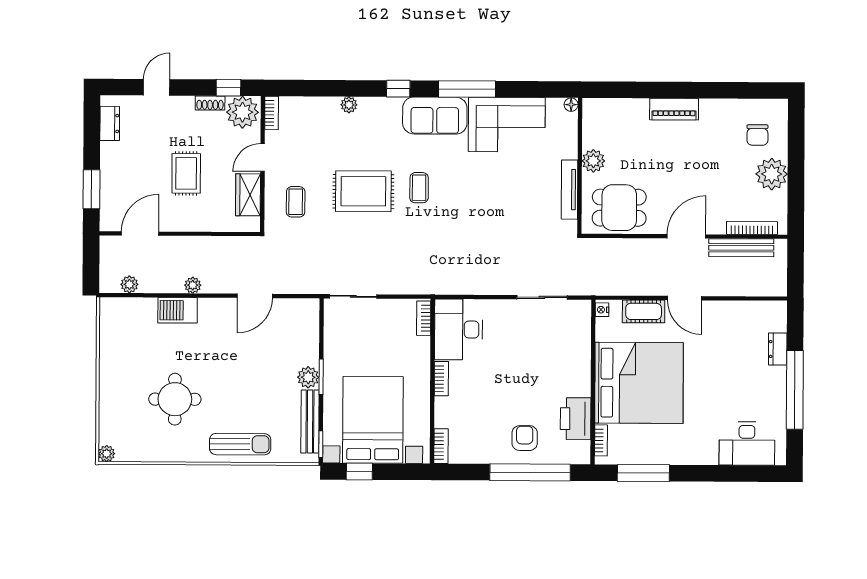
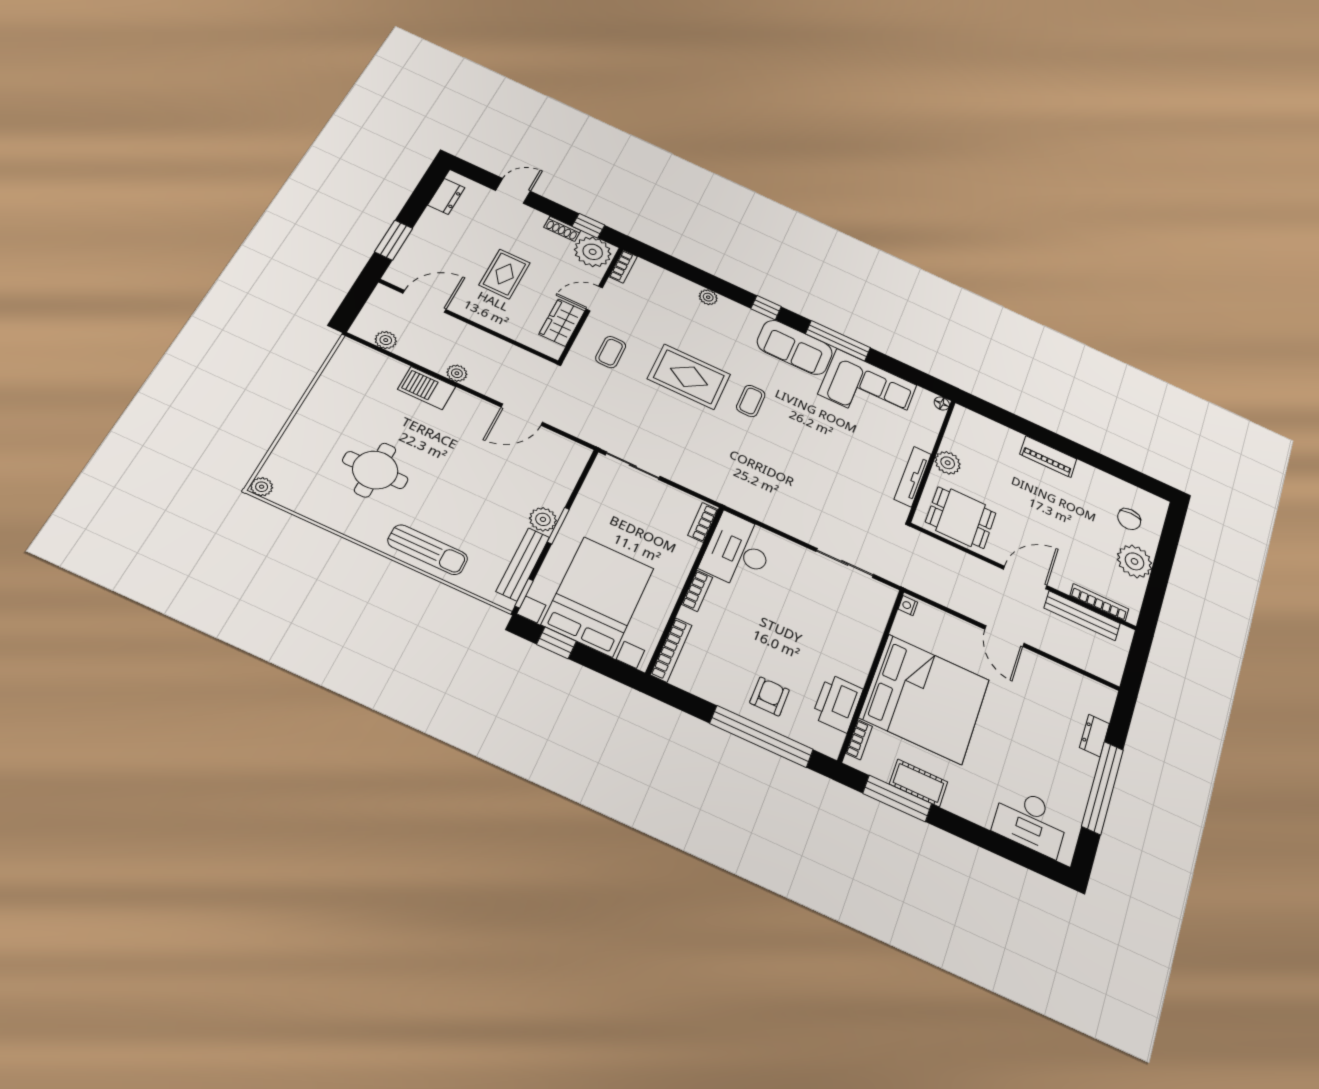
cot: (644, 311) -> (918, 783), moved
bookcase: (441, 446) -> (671, 650), width x1.56

